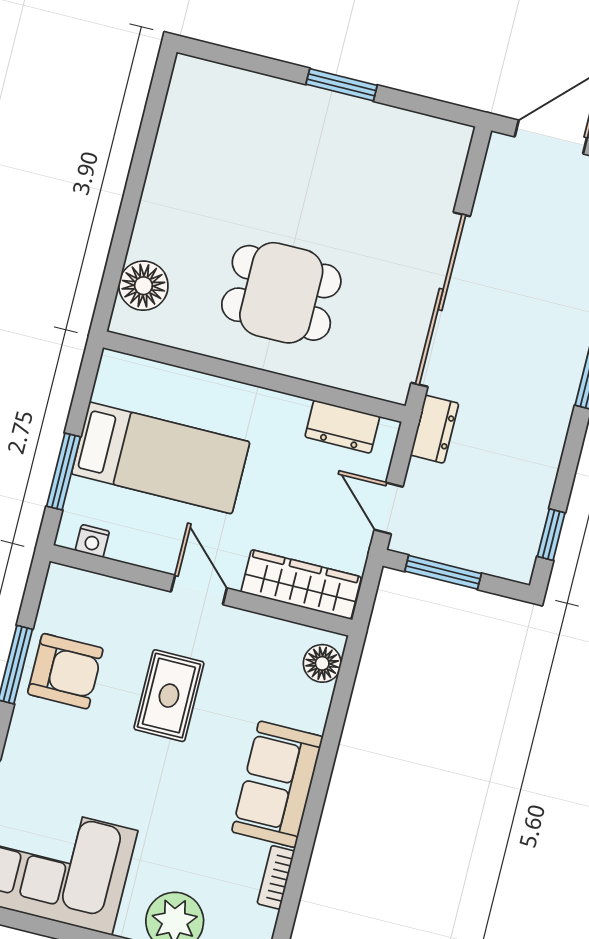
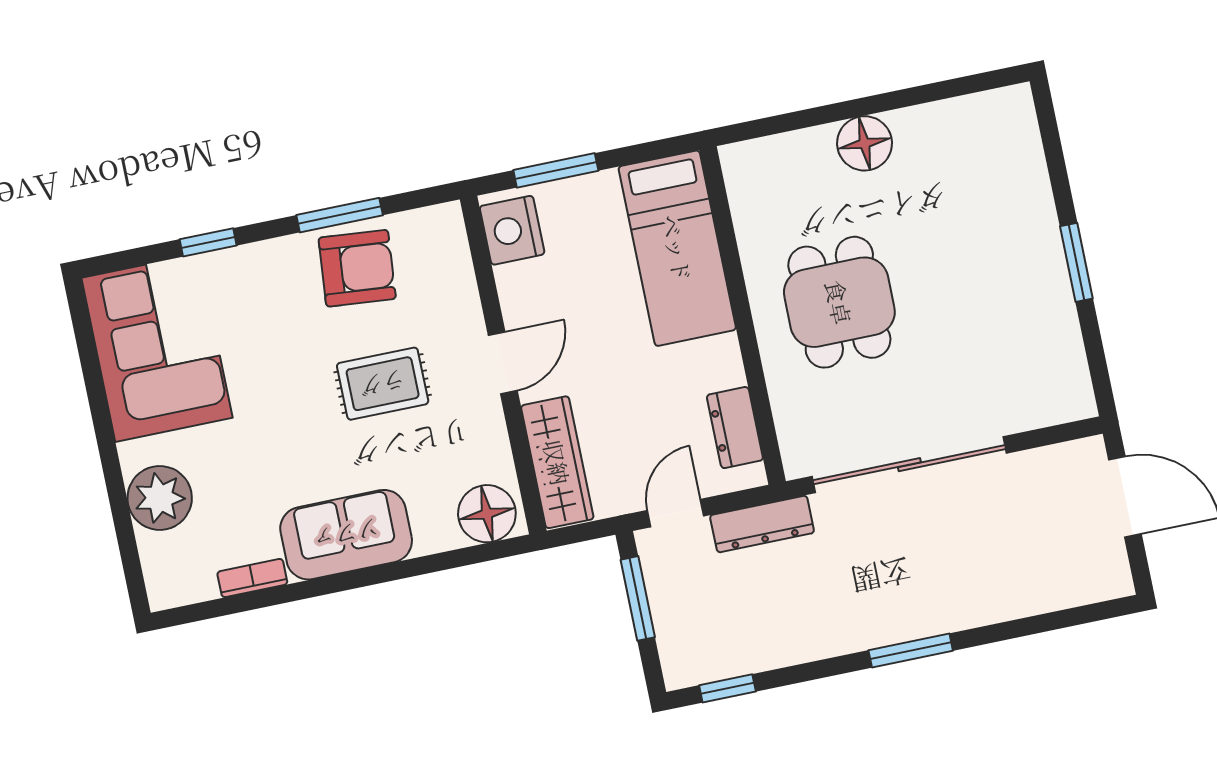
floor lamp: (143, 286) -> (865, 143), moved
dresser: (435, 429) -> (762, 524), width x1.44
bed: (161, 458) -> (677, 248), moved
nightstand: (92, 541) -> (512, 230), width x1.89, depth x1.79
floor lamp: (322, 663) -> (487, 514), width x1.38, depth x1.38
armchair: (65, 671) -> (357, 268), turned -85

